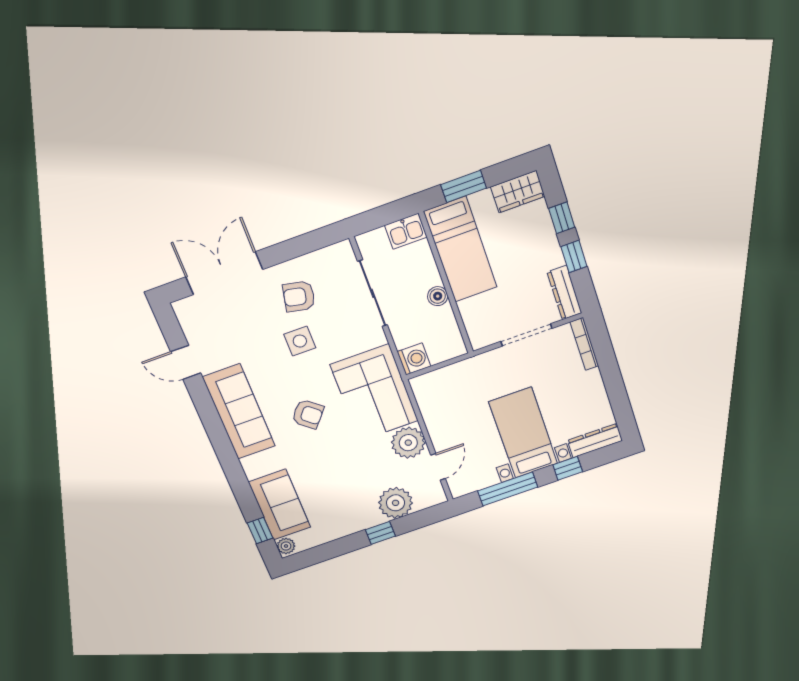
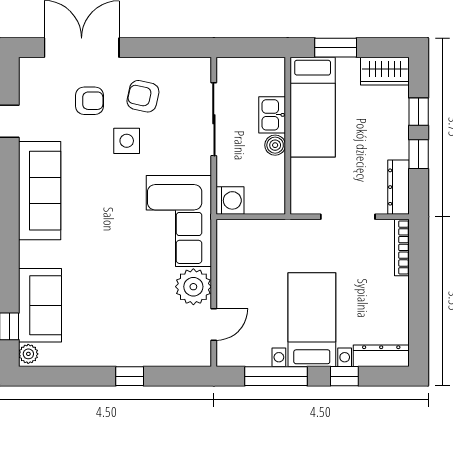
kitchen sink: (406, 231) -> (272, 115), moved, turned 90
armchair: (308, 414) -> (90, 101), moved, turned -40
plant: (396, 503) -> (157, 348), removed

